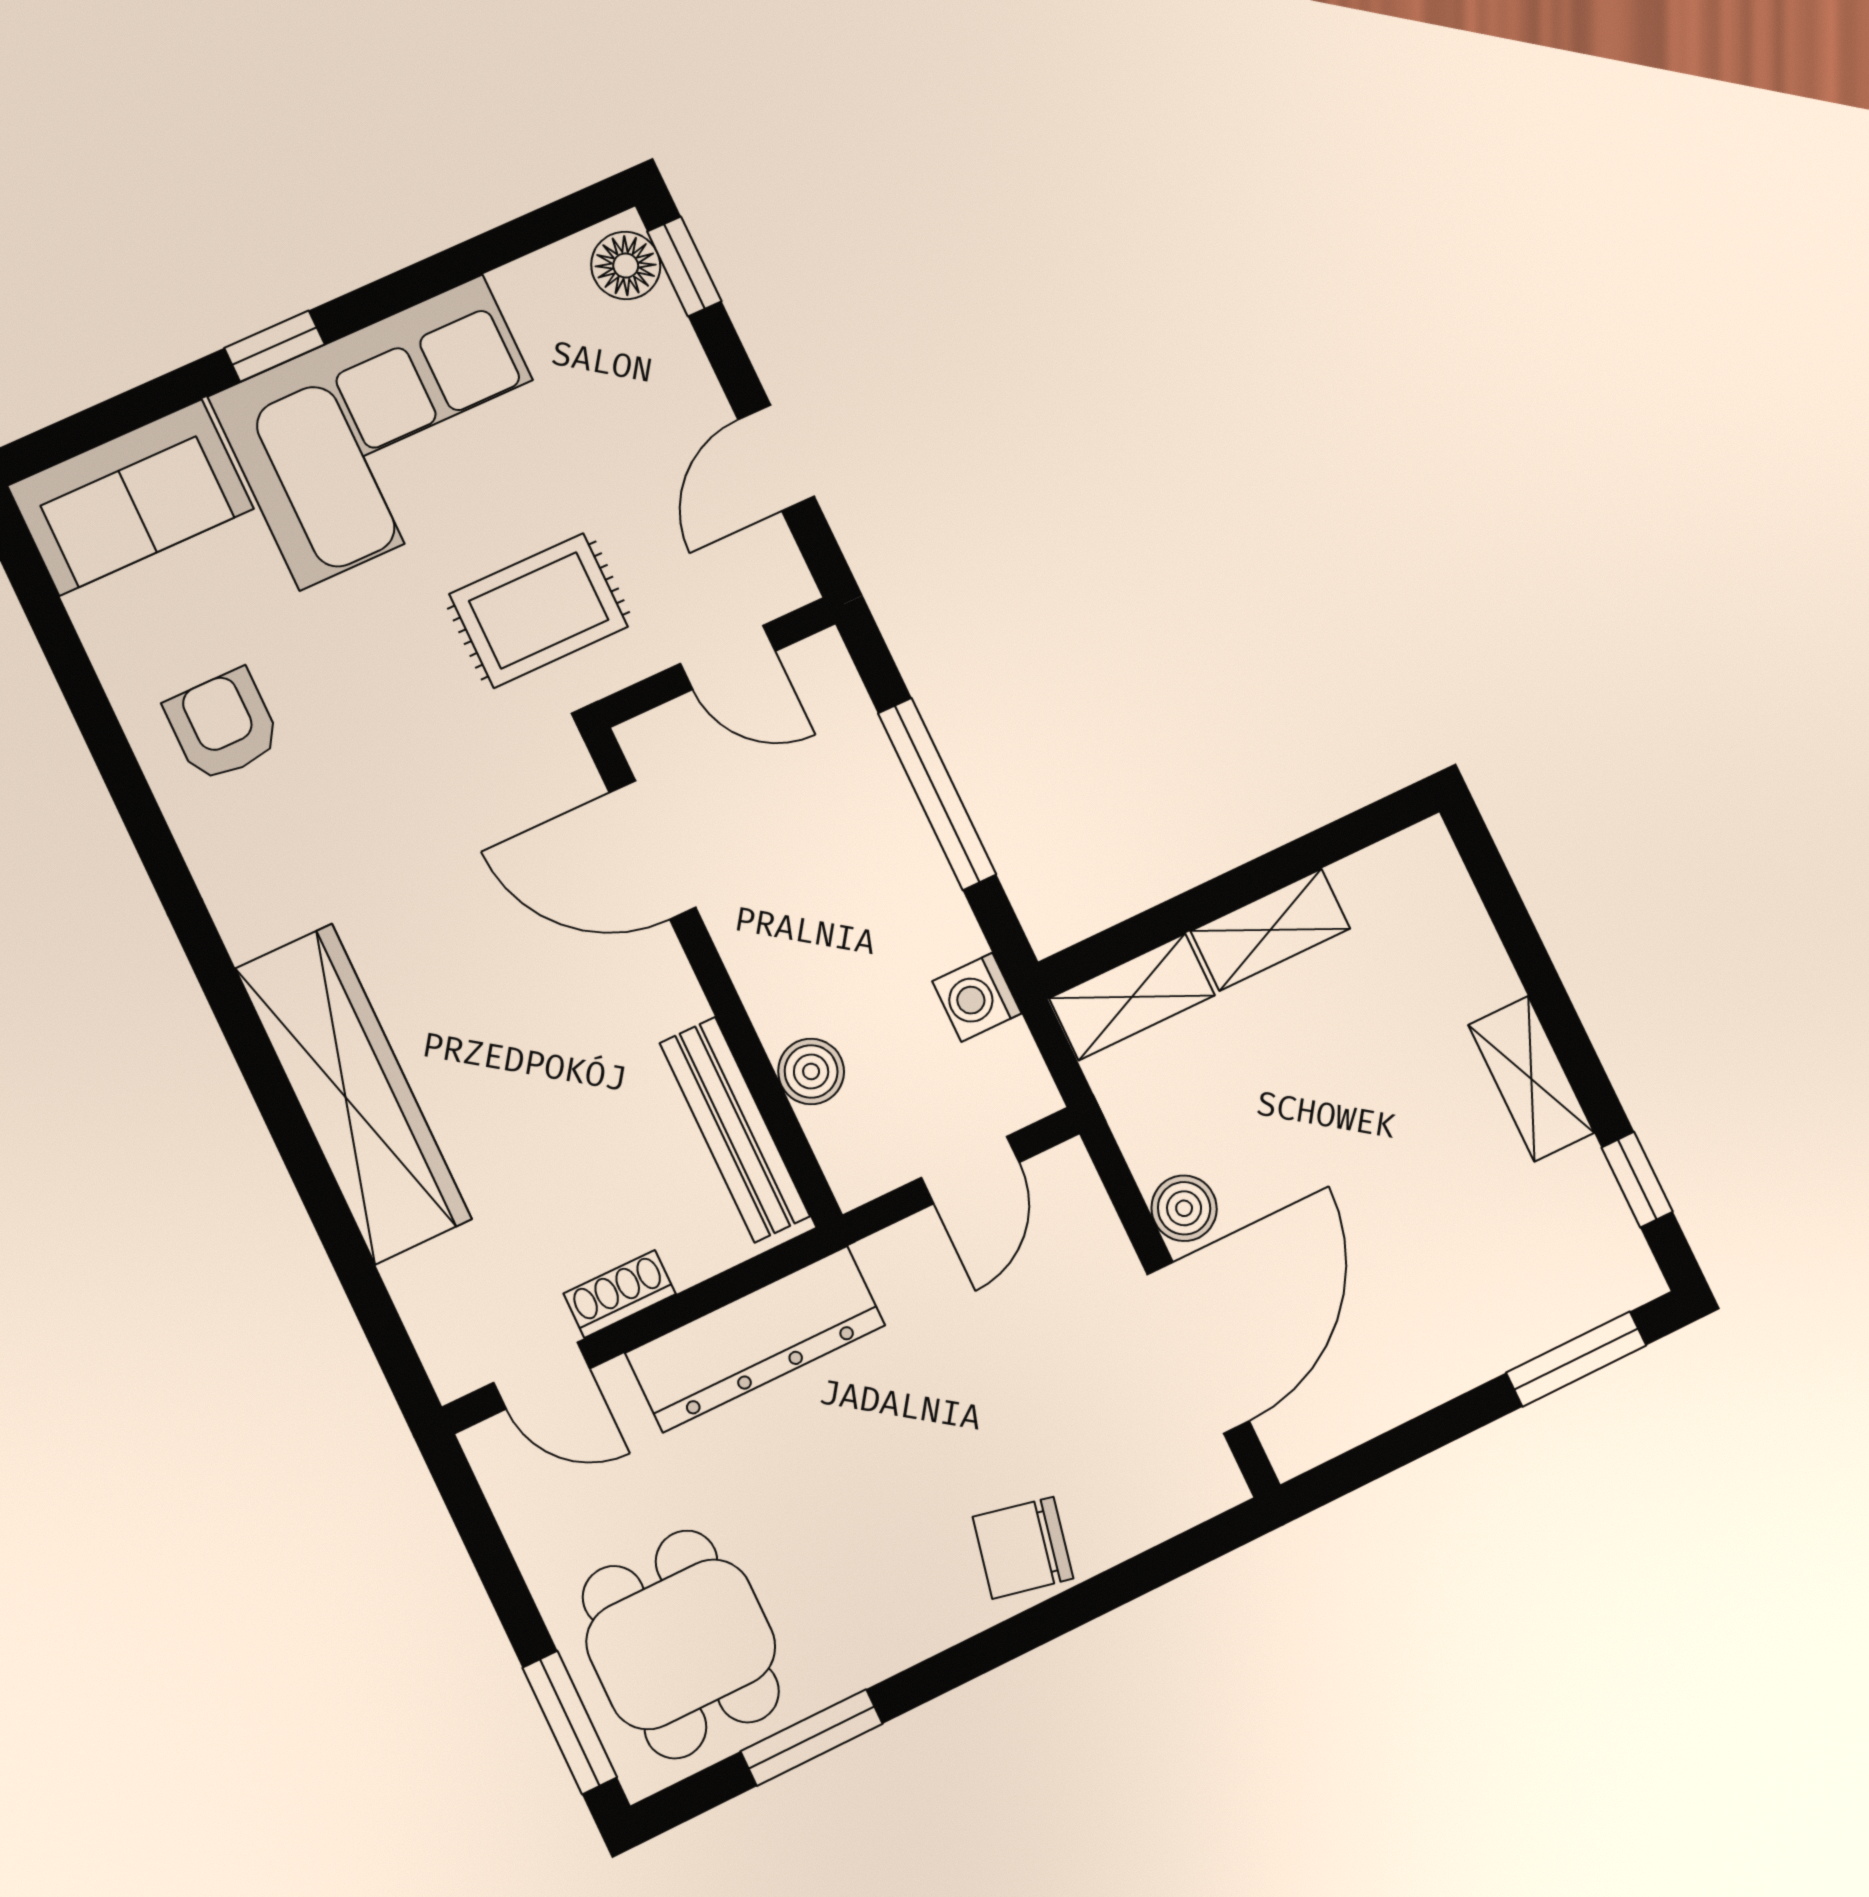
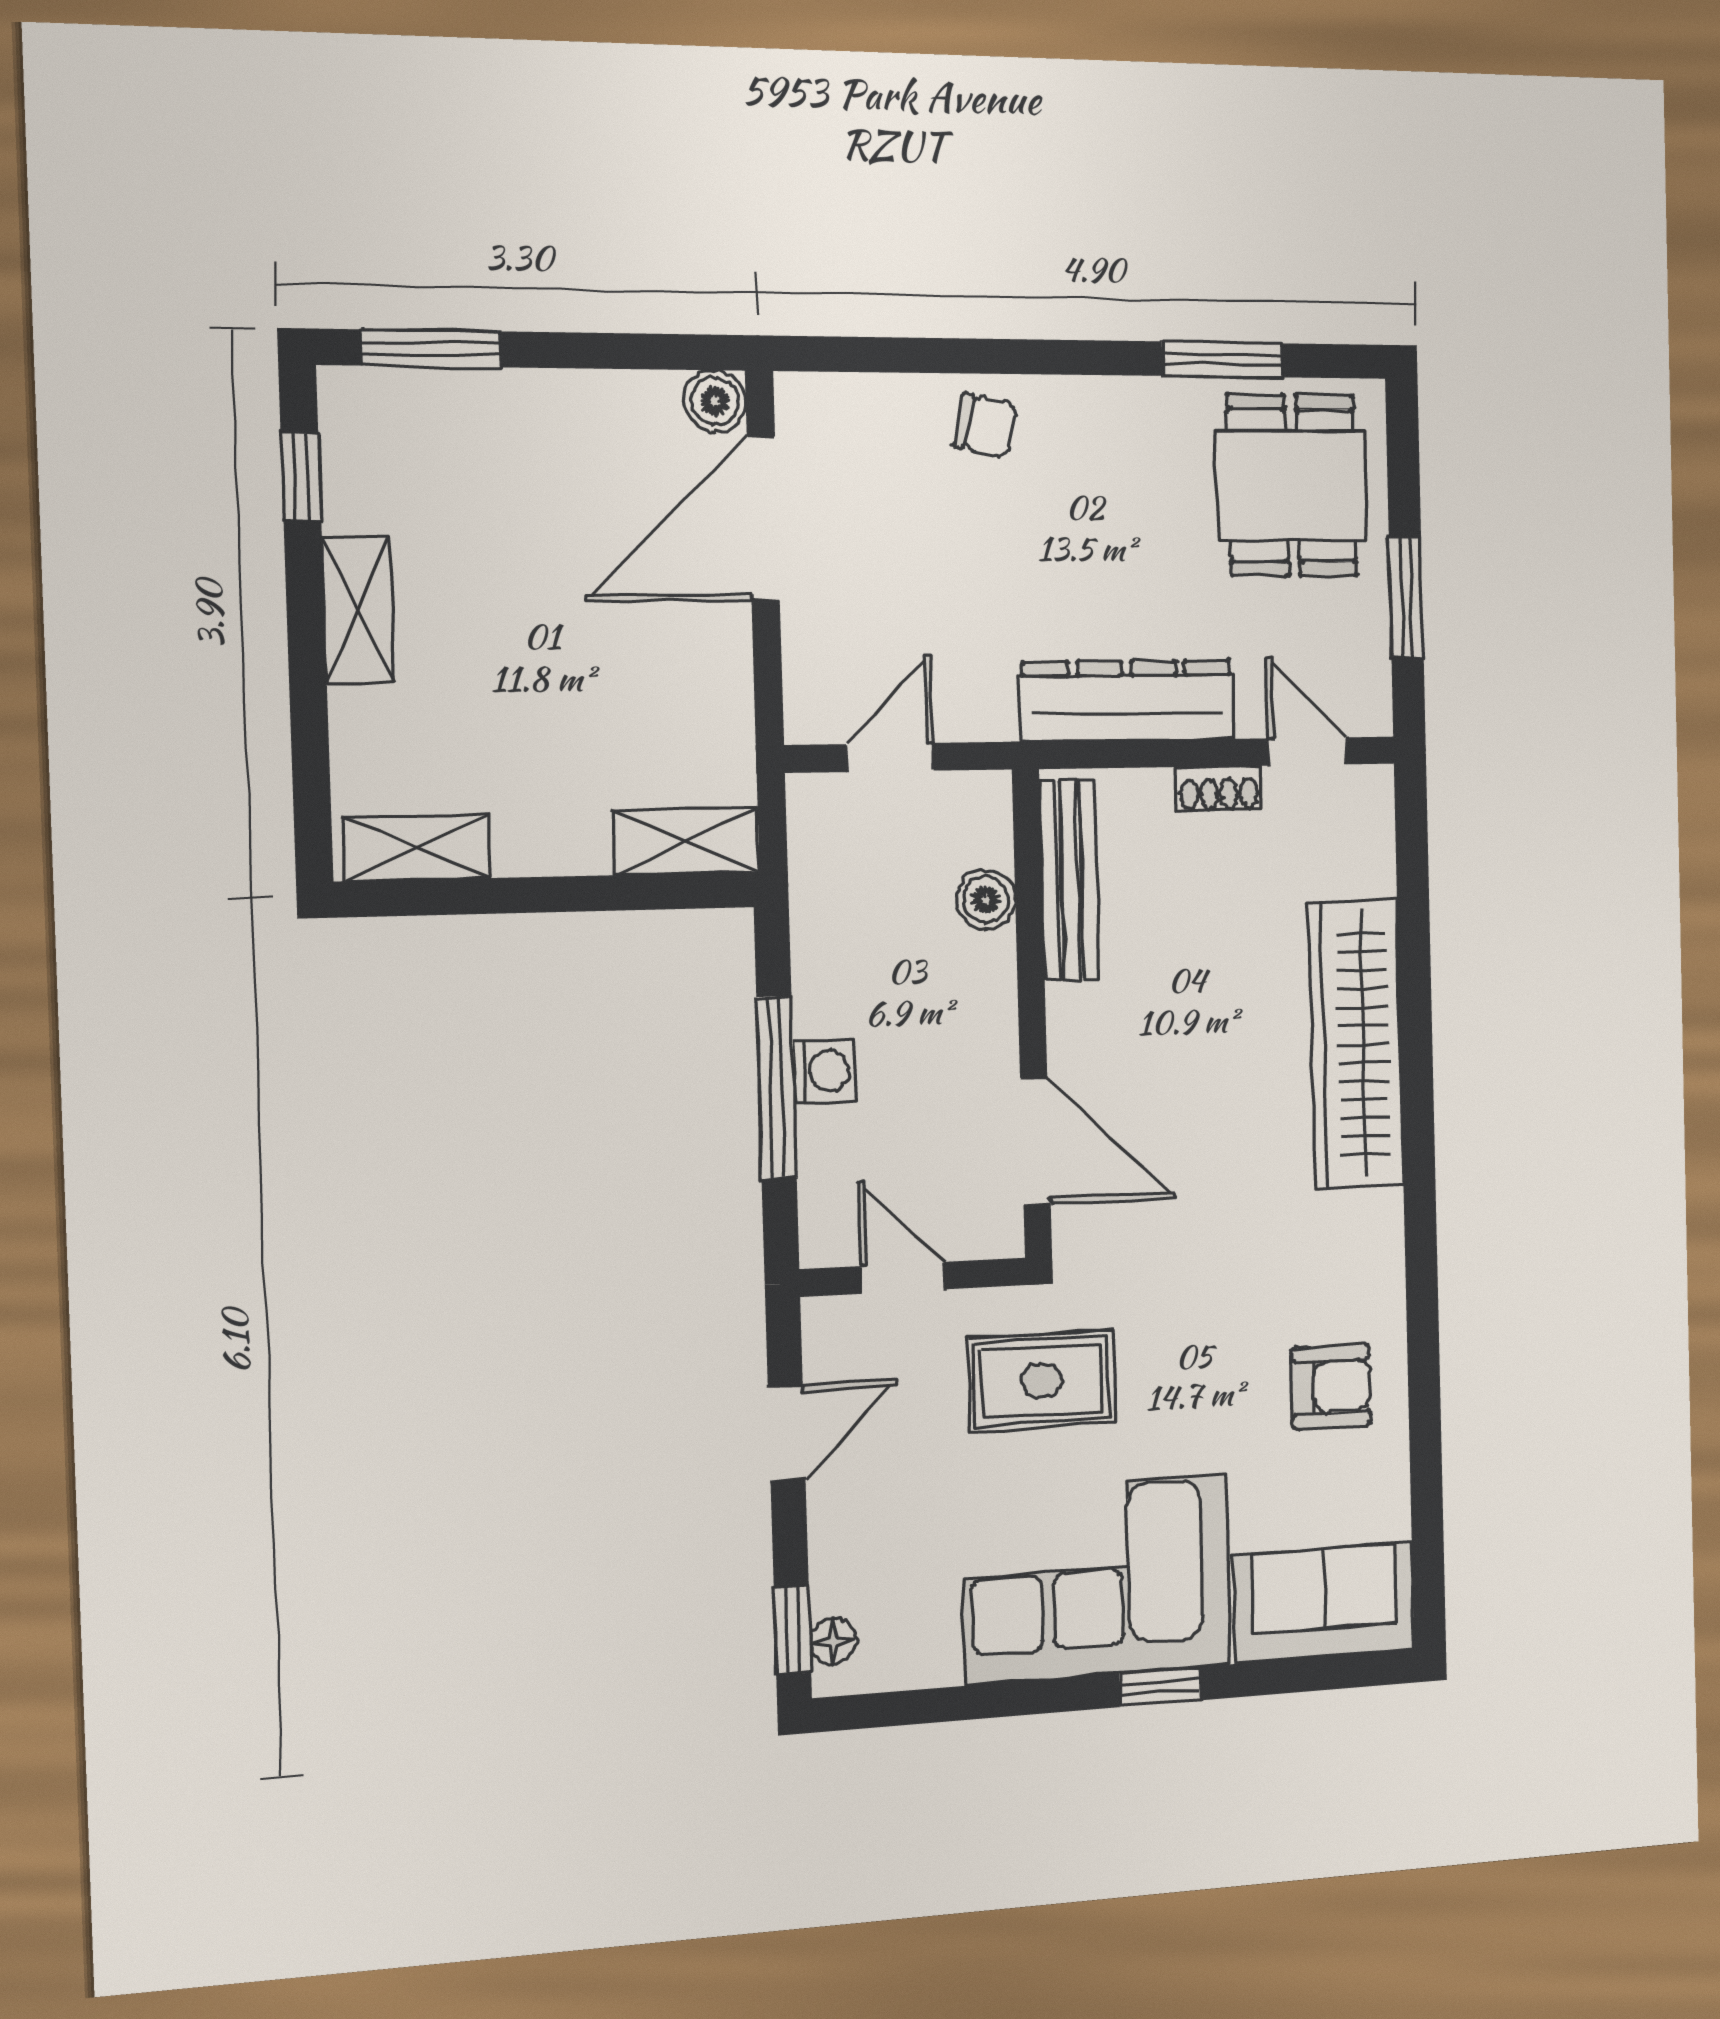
floor lamp: (626, 266) -> (833, 1641), width x0.73, depth x0.73
armchair: (223, 725) -> (1331, 1387), turned -90
shelving: (1270, 930) -> (417, 848), moved
washing machine: (977, 997) -> (825, 1071), moved
boiler: (1184, 1208) -> (715, 401), moved
chair: (1023, 1548) -> (985, 426), width x0.73, depth x0.73
window: (570, 1723) -> (1406, 597), moved

